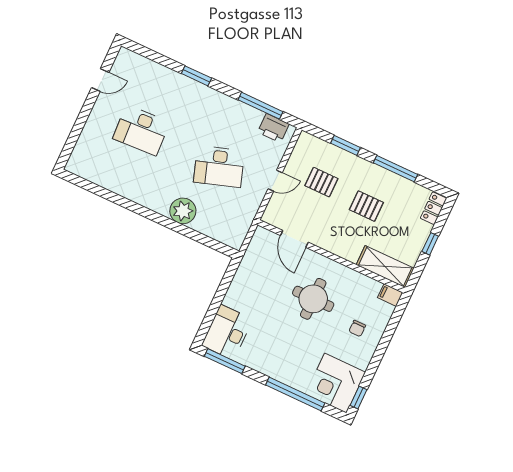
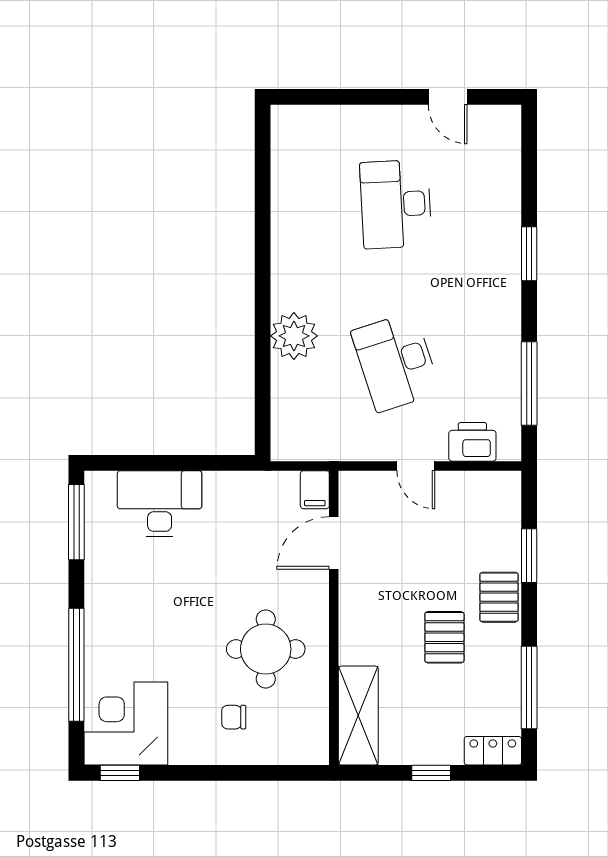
printer: (273, 128) -> (472, 442), moved, turned 90
window: (395, 169) -> (529, 687), moved
pallet: (321, 182) -> (499, 597), moved
filing cabinet: (390, 295) -> (315, 490), moved, turned 180
round table: (313, 299) -> (266, 649), moved
desk: (227, 332) -> (160, 504), moved

